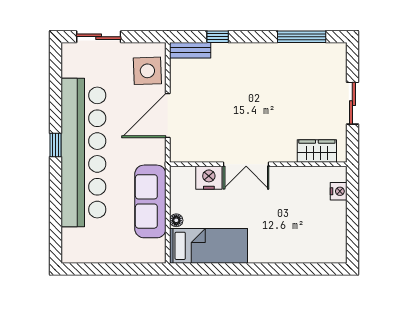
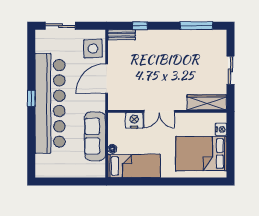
wardrobe: (317, 151) -> (207, 102), width x1.50
bed: (309, 227) -> (201, 154), added

